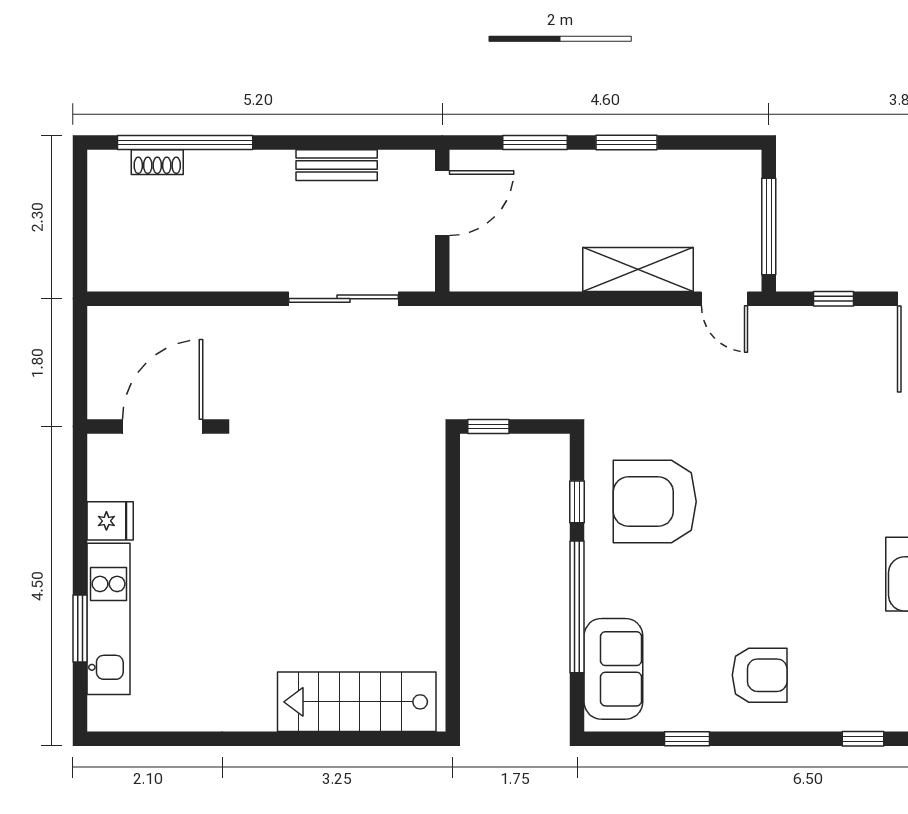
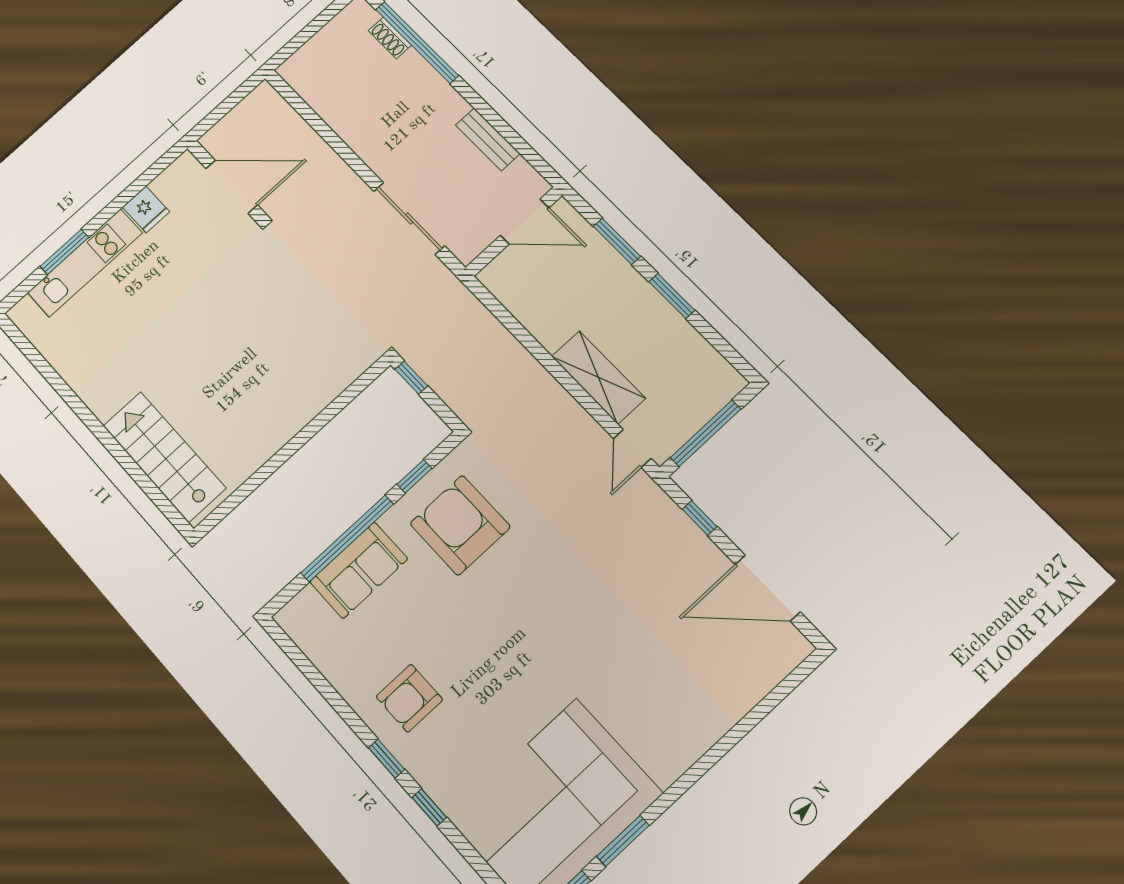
sofa: (613, 669) -> (359, 570), moved
armchair: (760, 675) -> (409, 698), turned 90
window: (687, 739) -> (387, 759), moved

